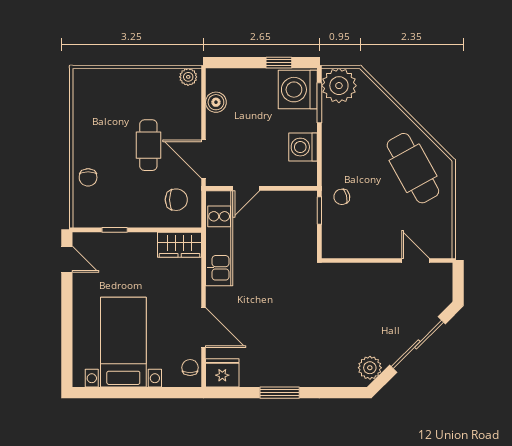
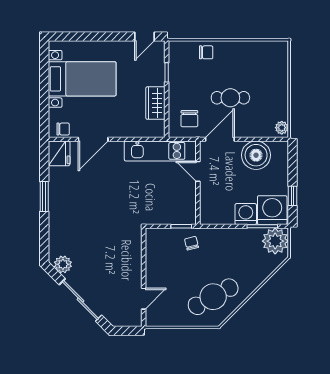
boiler: (216, 102) -> (256, 155), width x1.86, depth x1.86
washing machine: (303, 147) -> (246, 214), moved
chair: (88, 177) -> (206, 52), turned 180
wardrobe: (180, 245) -> (155, 103), moved

